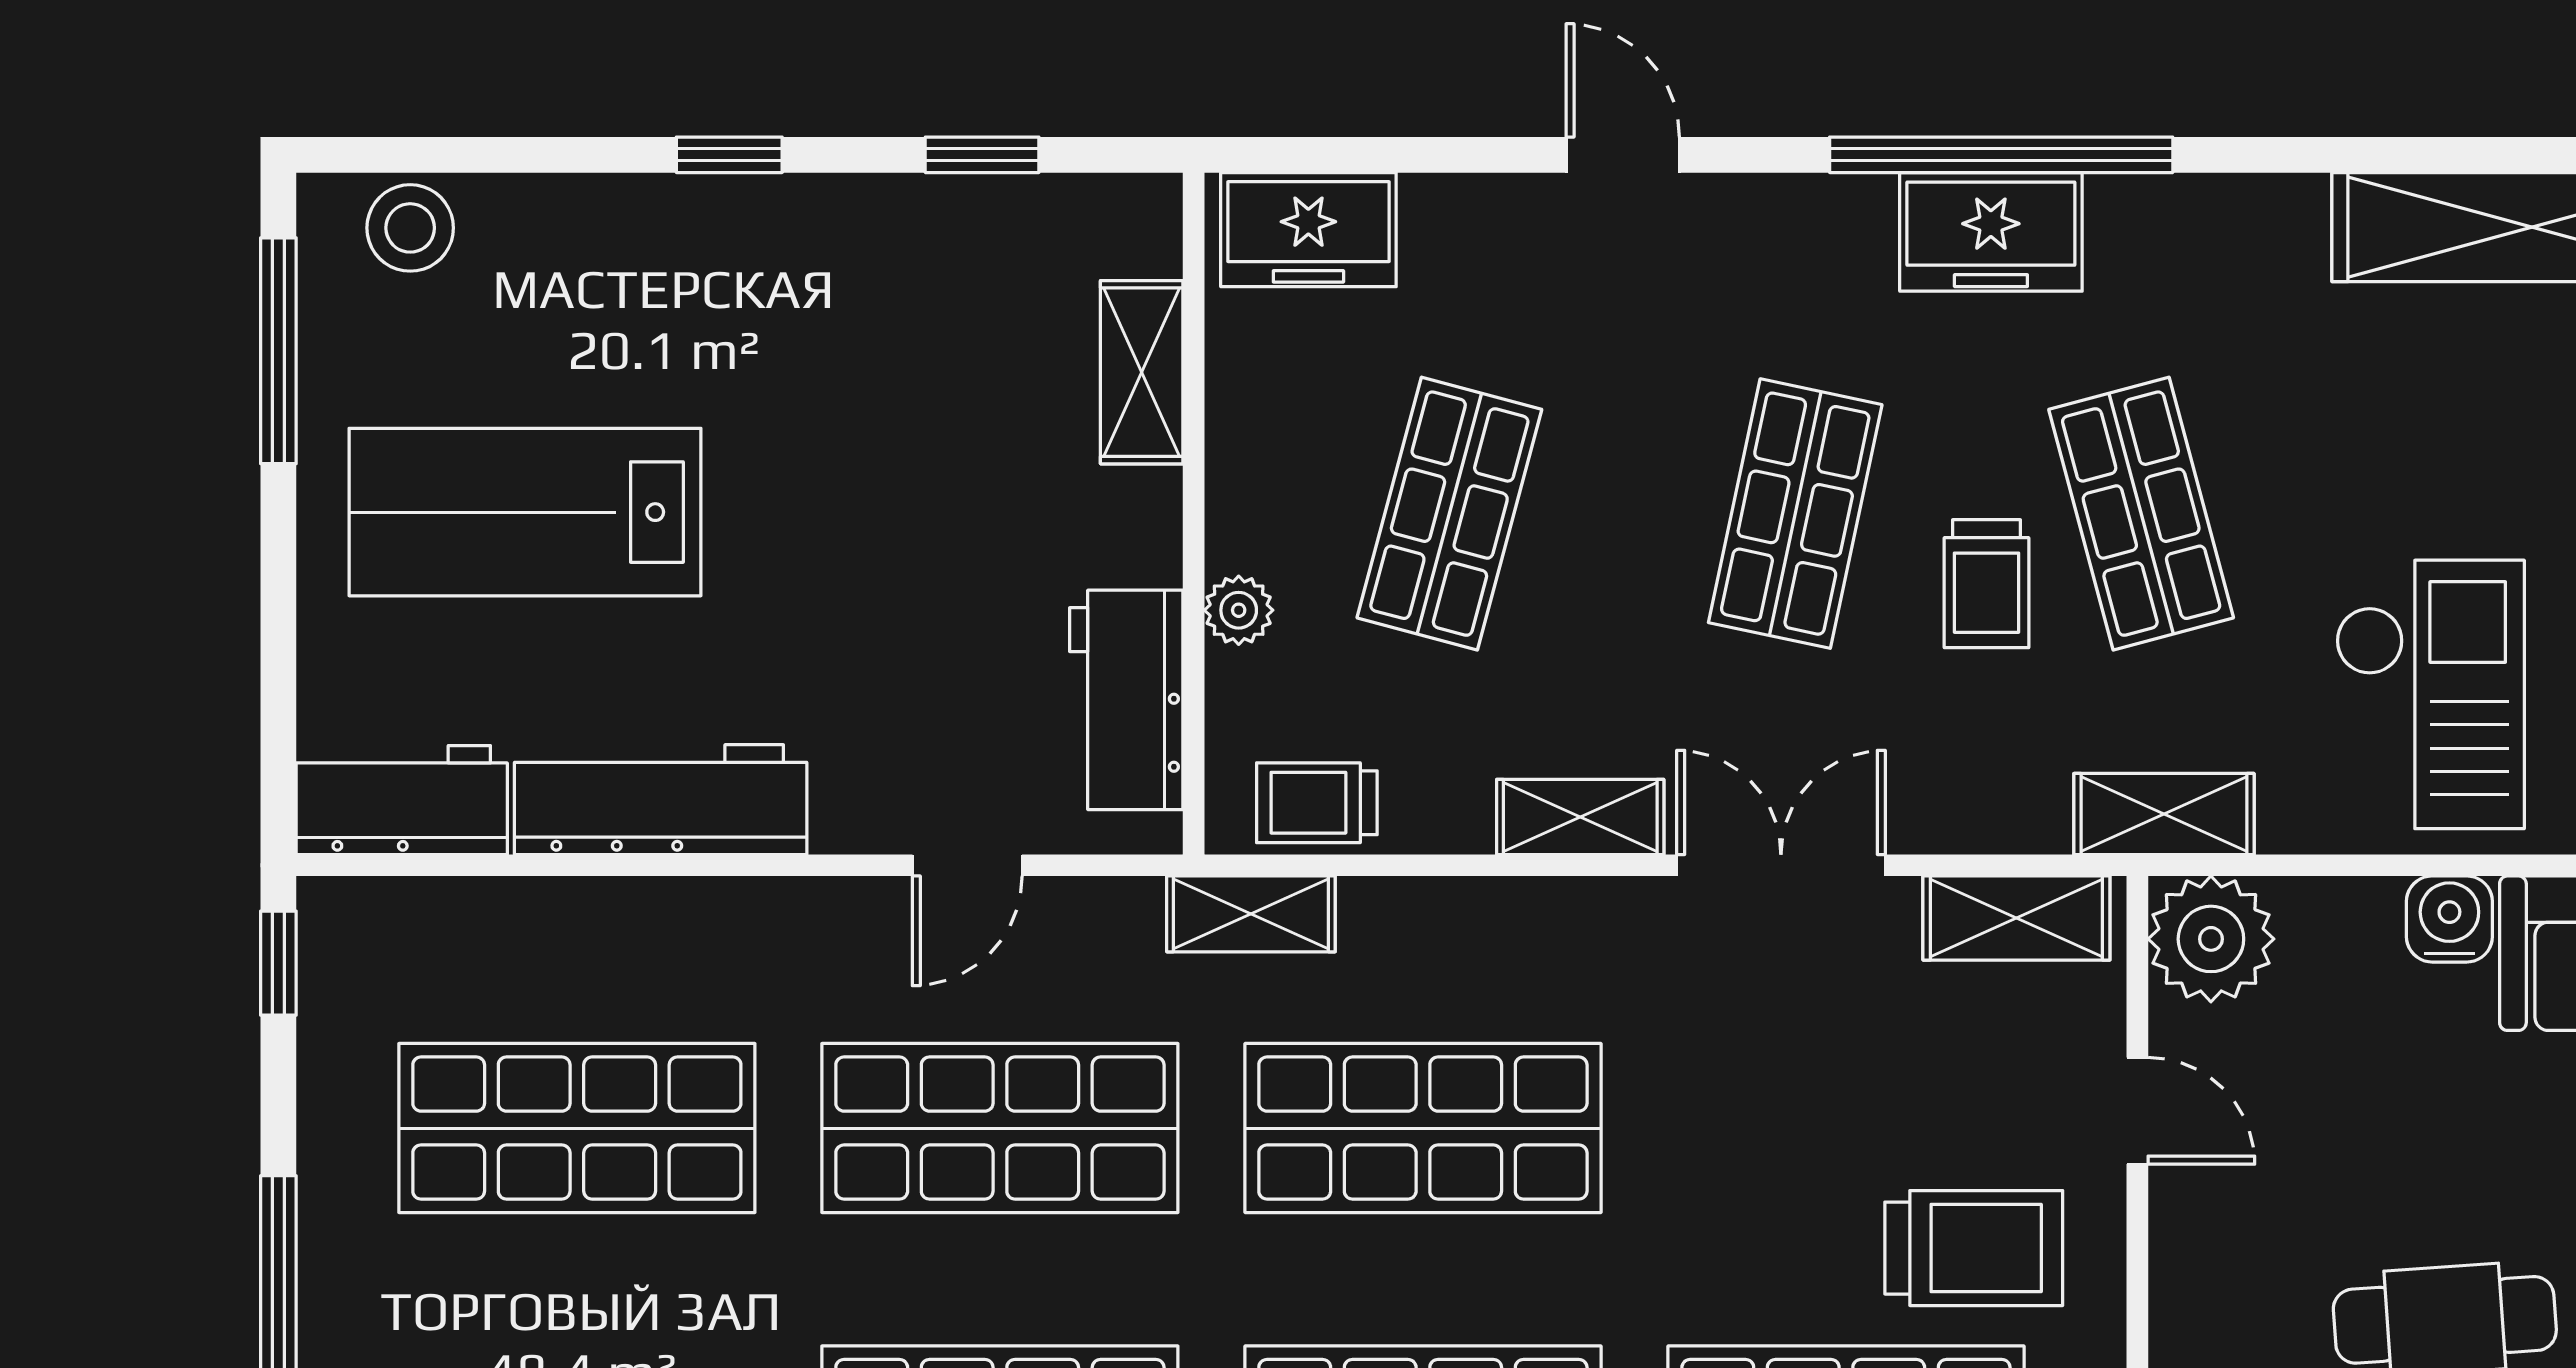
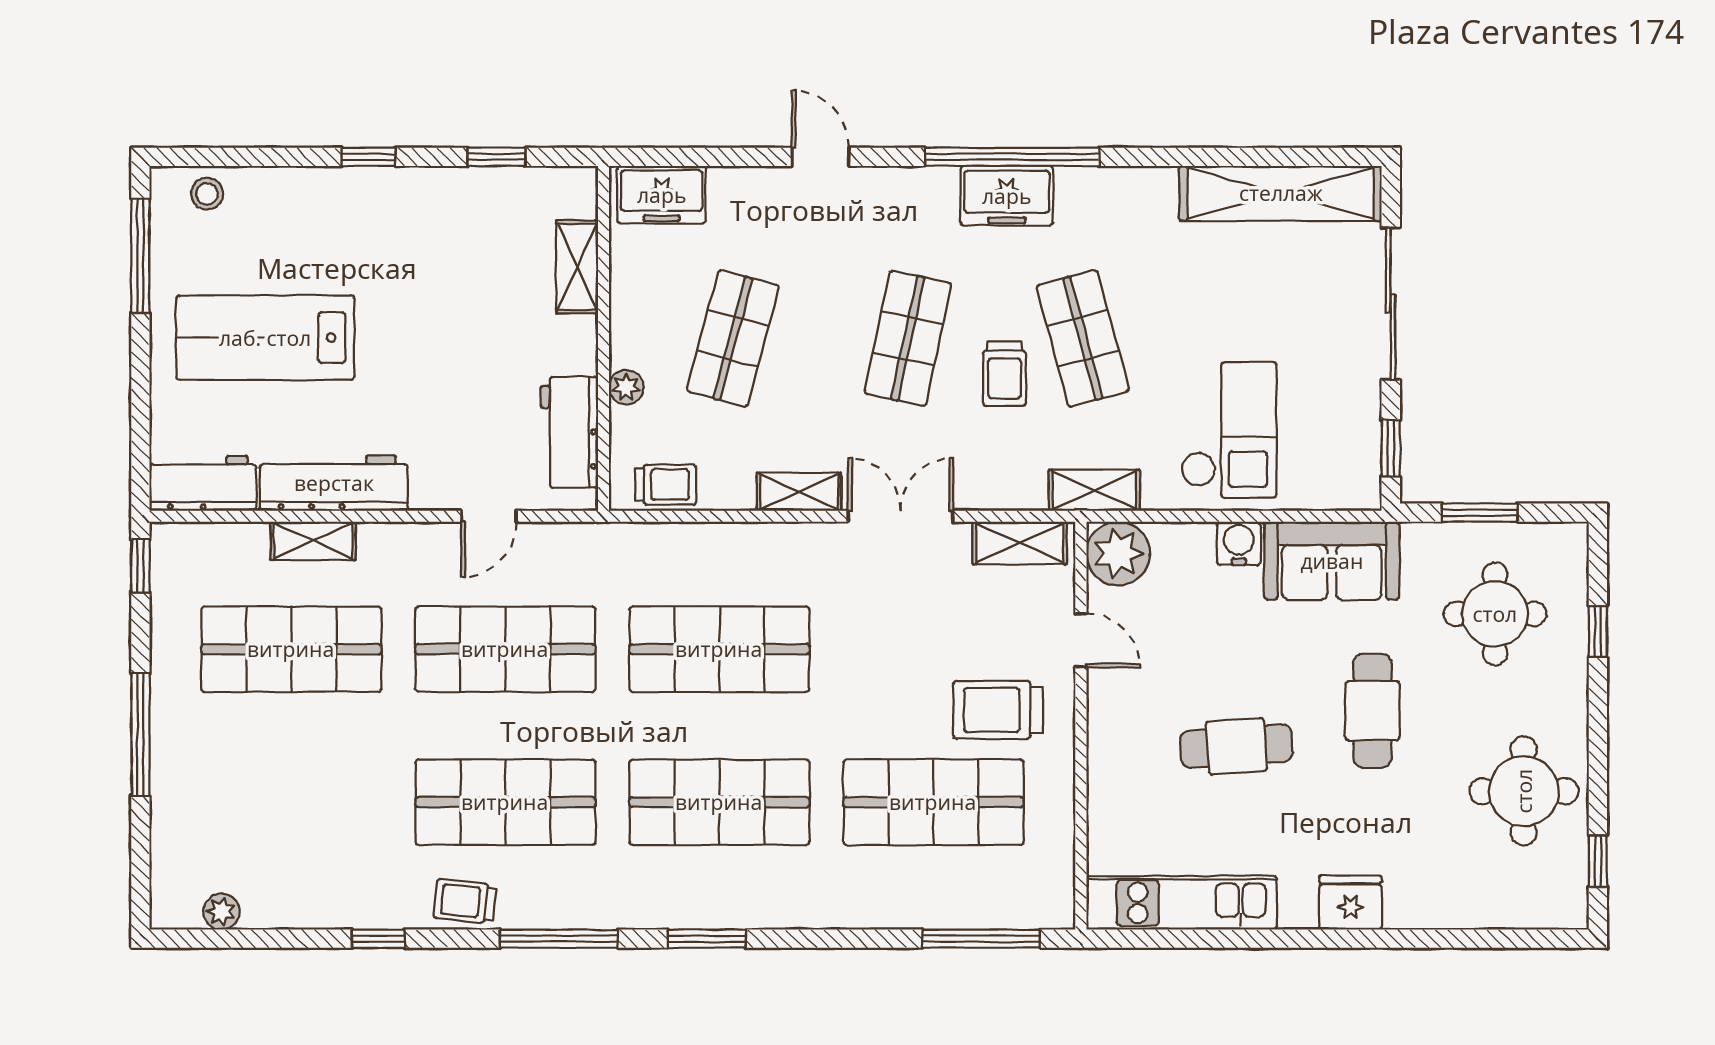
stool: (410, 228) -> (207, 194), width x0.73, depth x0.73
trolley: (1317, 803) -> (666, 485), turned 180
shelving: (1251, 914) -> (313, 541), moved
trolley: (1974, 1248) -> (998, 710), turned 180

